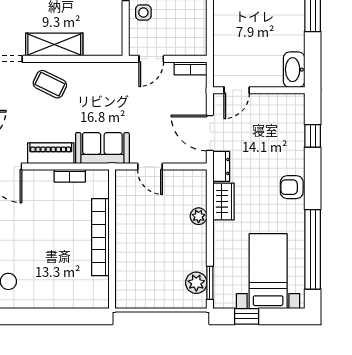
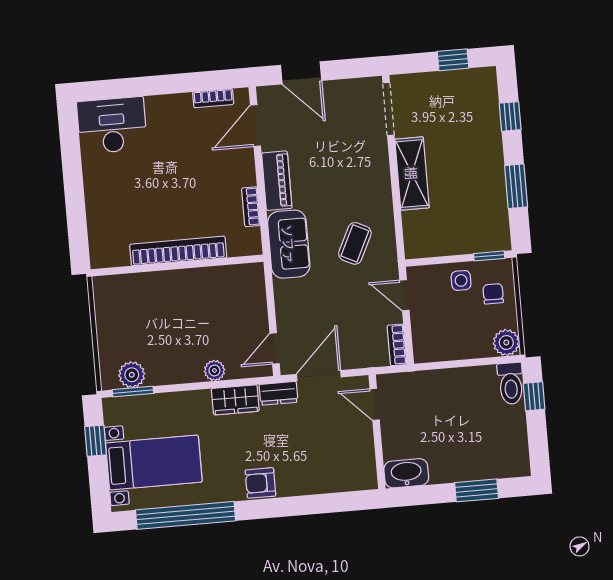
coffee table: (50, 84) -> (355, 243), moved
window: (313, 136) -> (326, 503), removed
door: (150, 167) -> (275, 348), moved
armchair: (292, 187) -> (260, 483), turned -90

